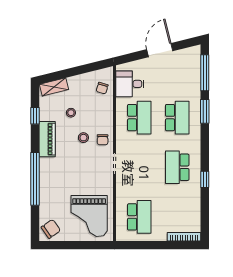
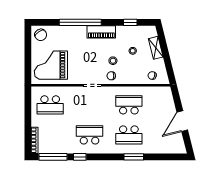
door: (160, 50) -> (182, 121), swing flipped
window: (205, 73) -> (53, 157), moved
desk: (130, 84) -> (156, 97), removed
shelving: (54, 87) -> (156, 48), moved
school desk: (139, 118) -> (129, 105), turned 180
piano: (47, 139) -> (101, 32), moved

